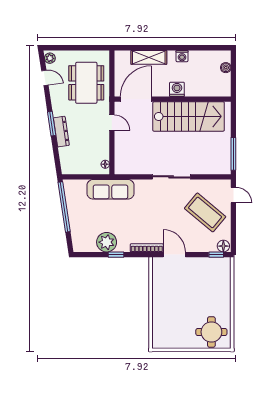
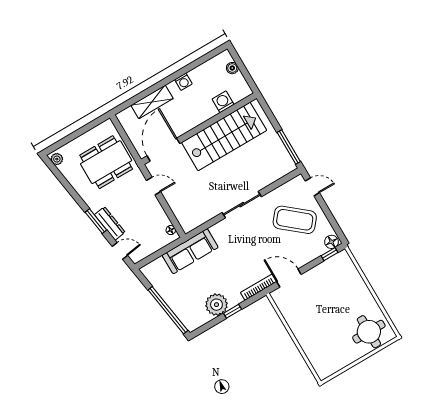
door: (45, 78) -> (120, 251), moved
dining table: (86, 83) -> (106, 162), turned 90
washing machine: (177, 89) -> (223, 102), moved
window: (64, 207) -> (168, 310), moved

